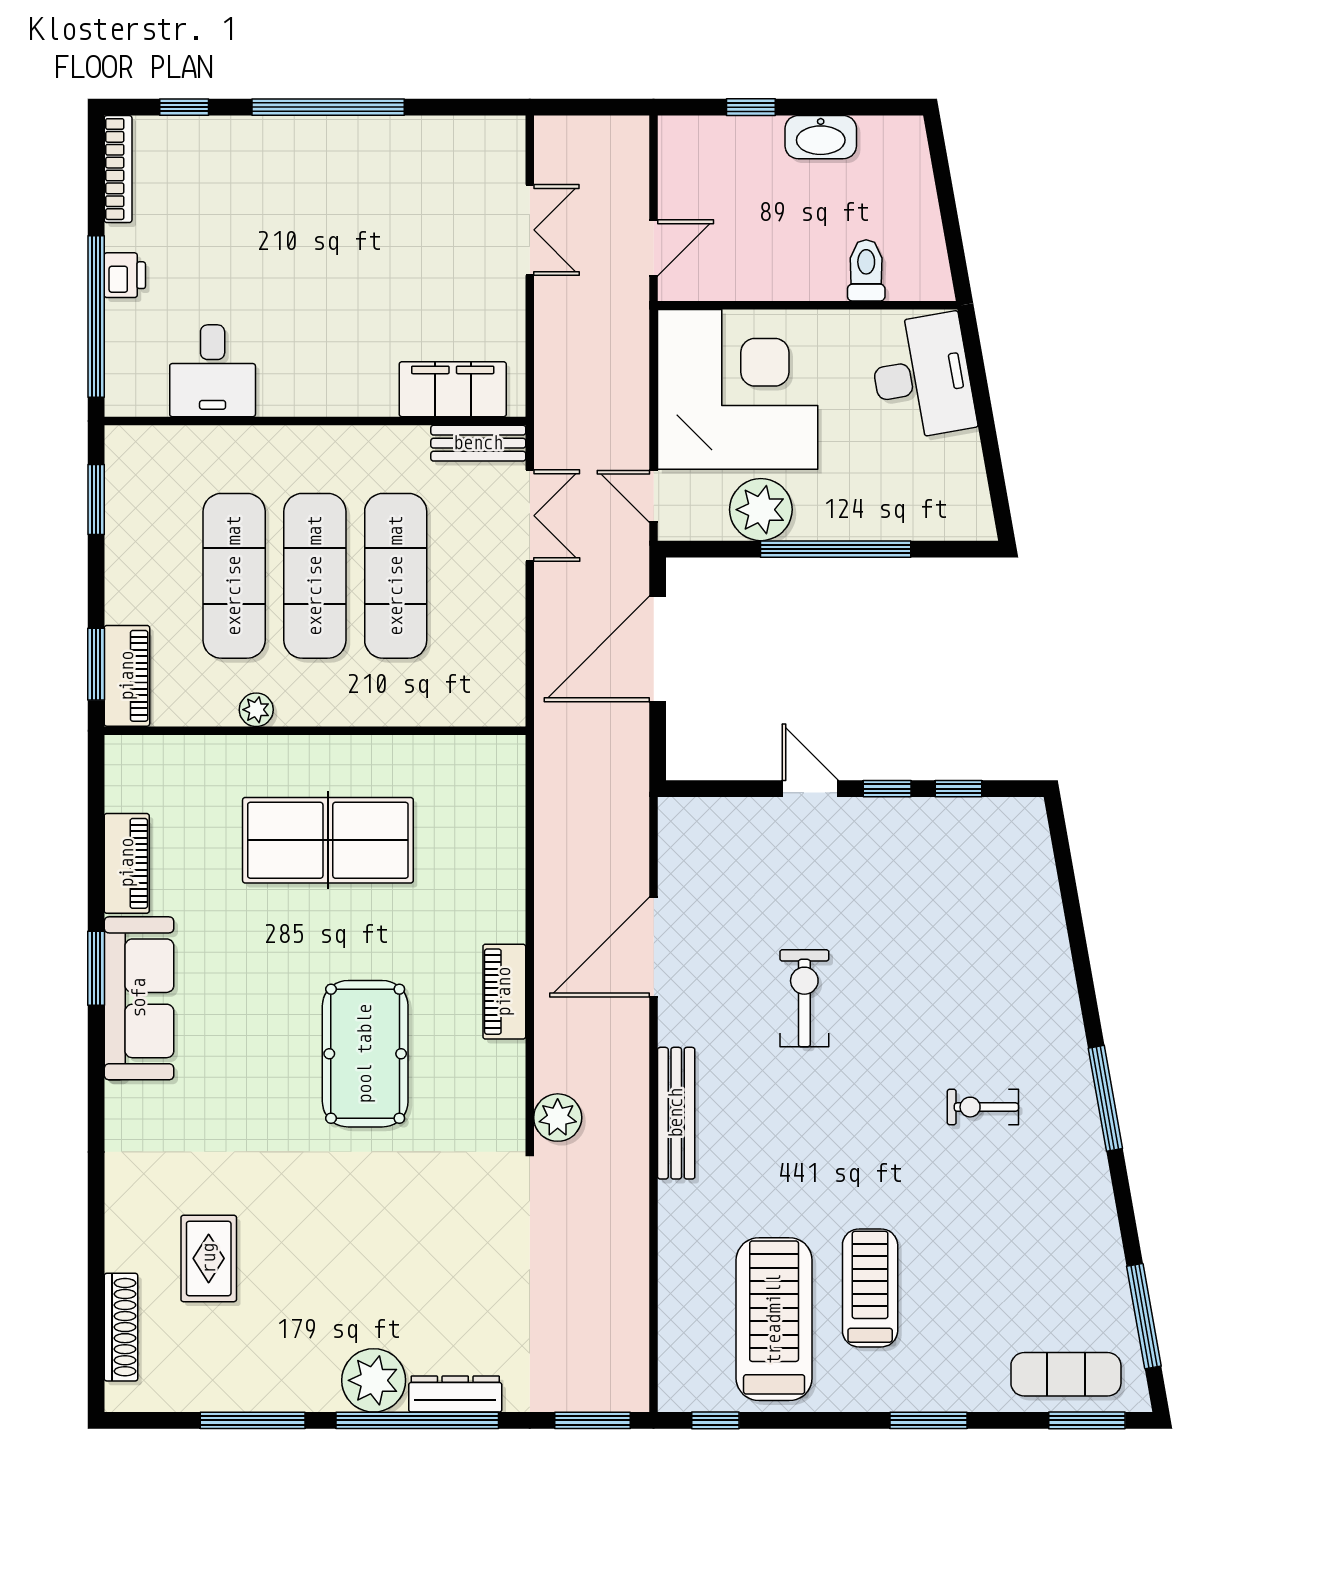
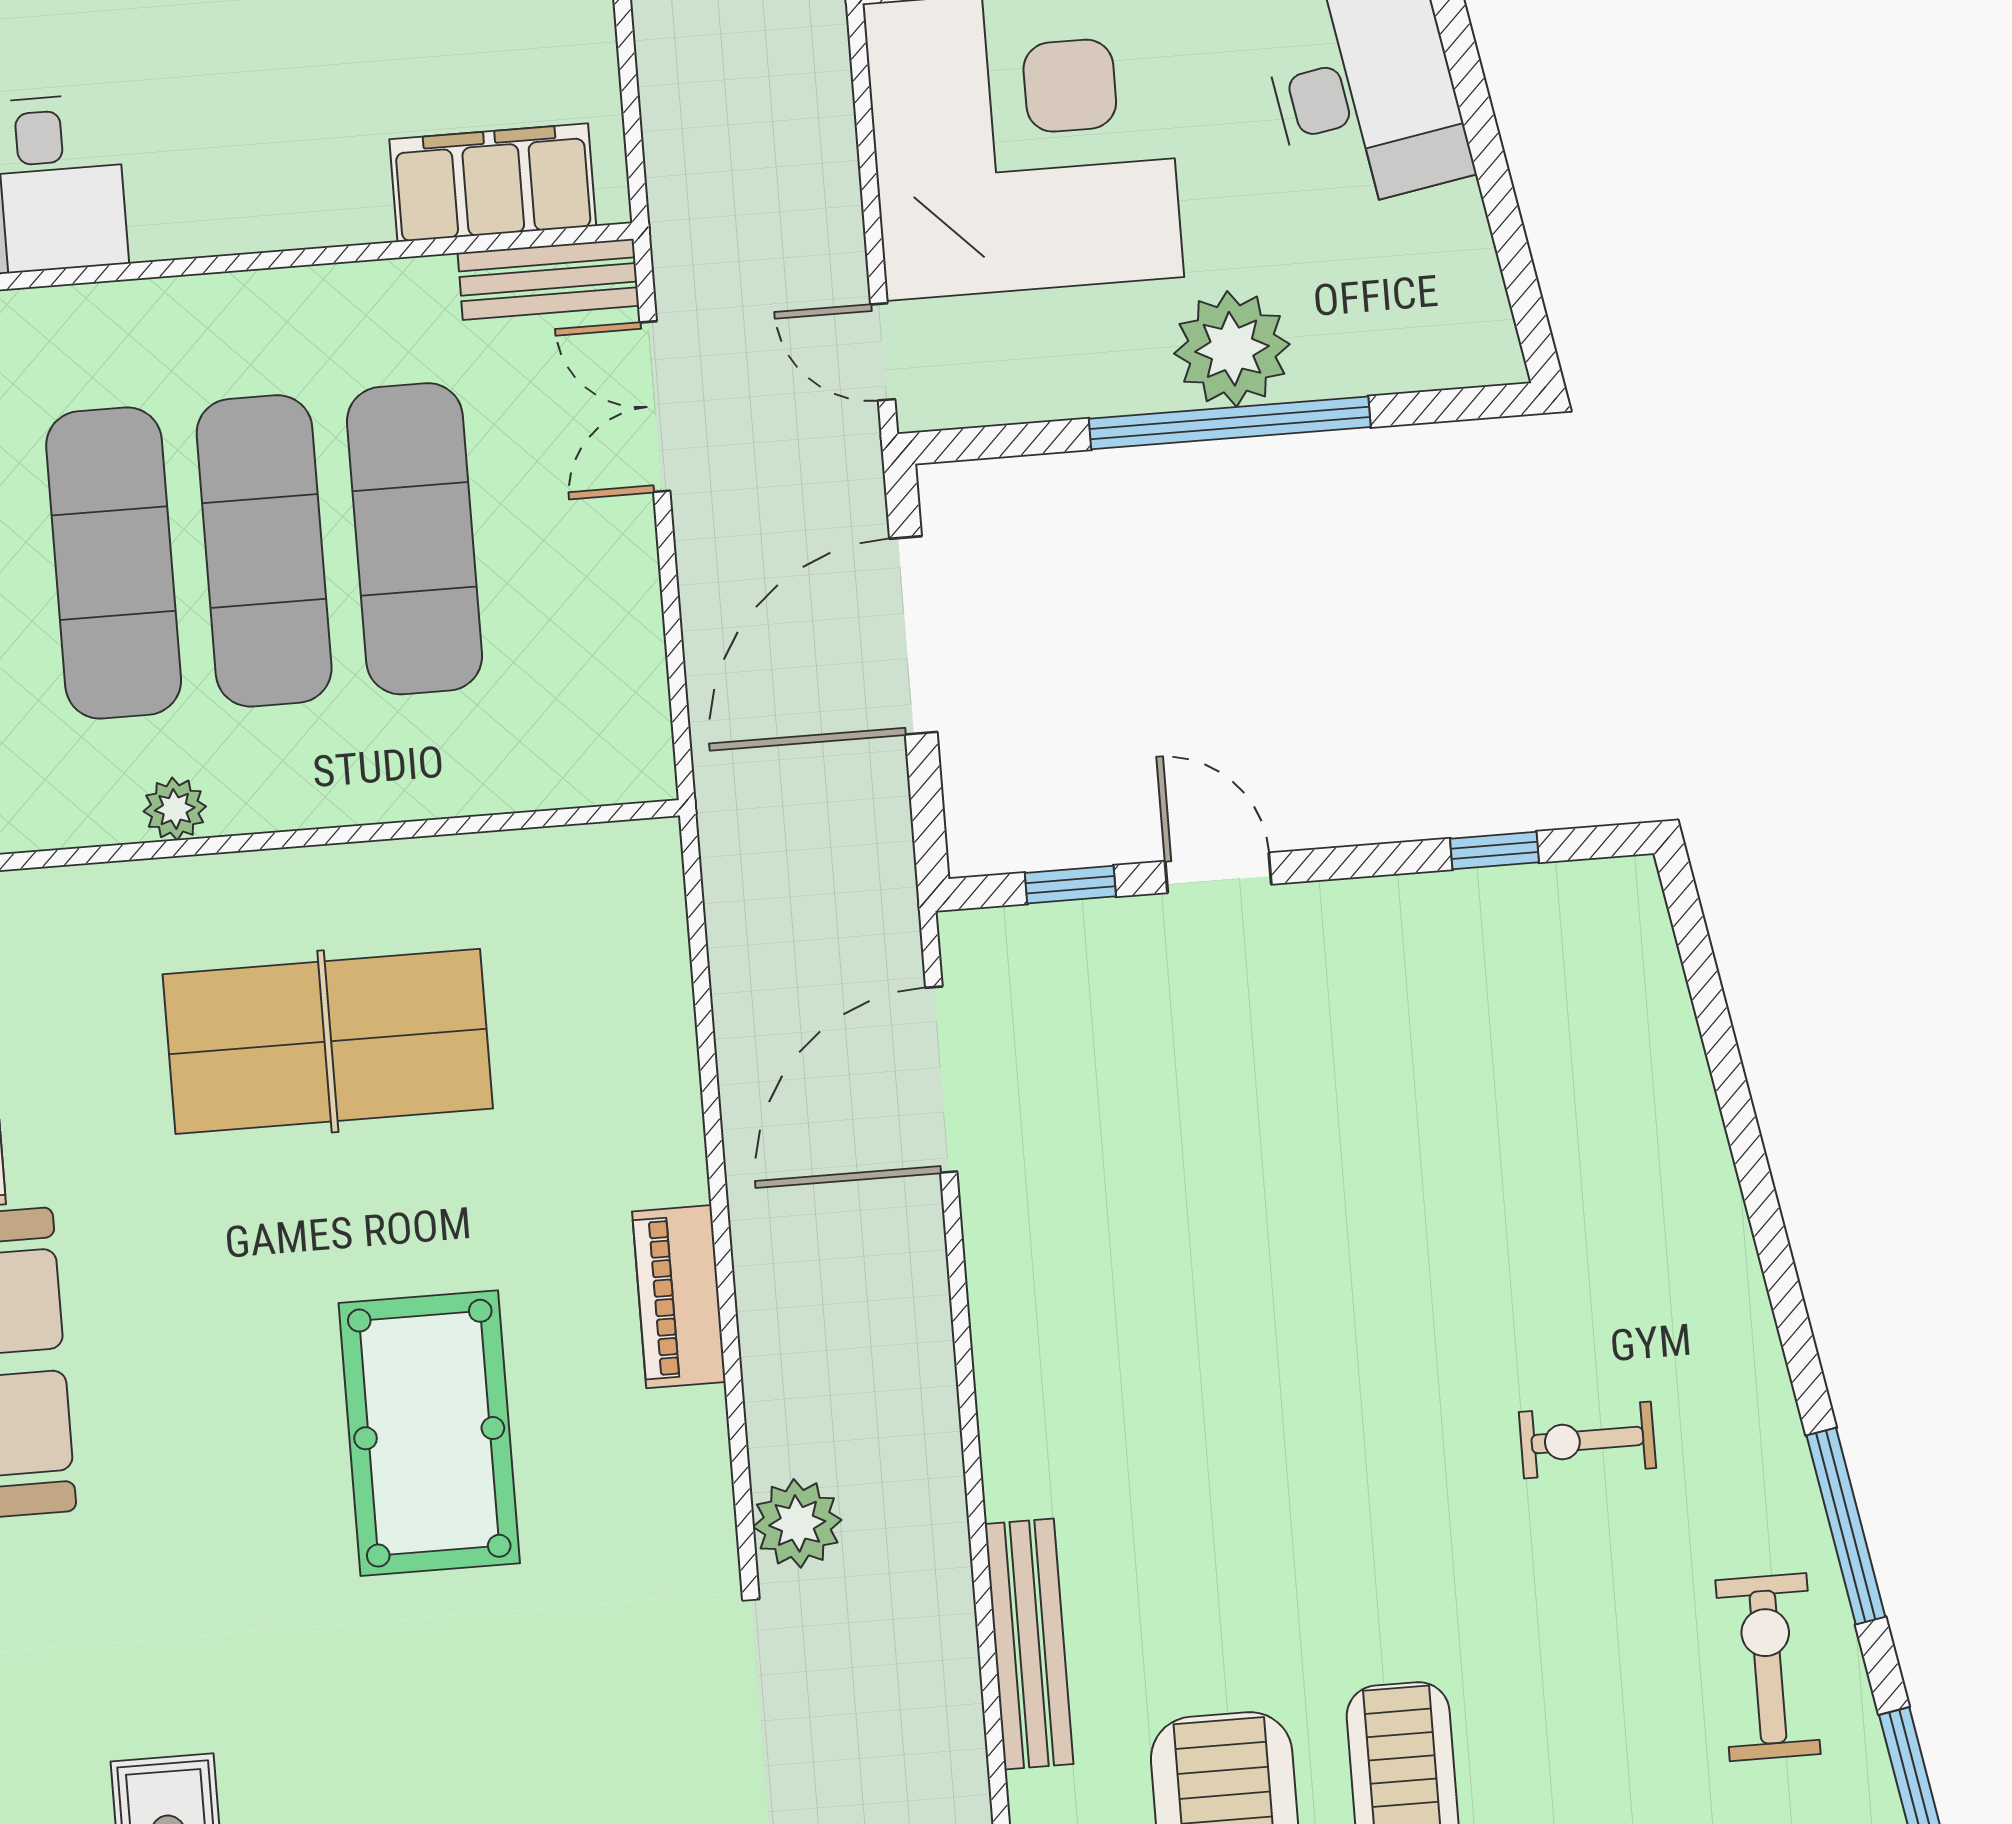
plant: (761, 510) -> (1232, 349), moved
double door: (530, 516) -> (655, 407), swing flipped
window: (887, 789) -> (1070, 885), moved
door: (654, 947) -> (941, 1080), moved
exercise bike: (804, 998) -> (1768, 1667), moved
window: (1105, 1098) -> (1846, 1526), moved
bench: (676, 1113) -> (1029, 1644), moved

